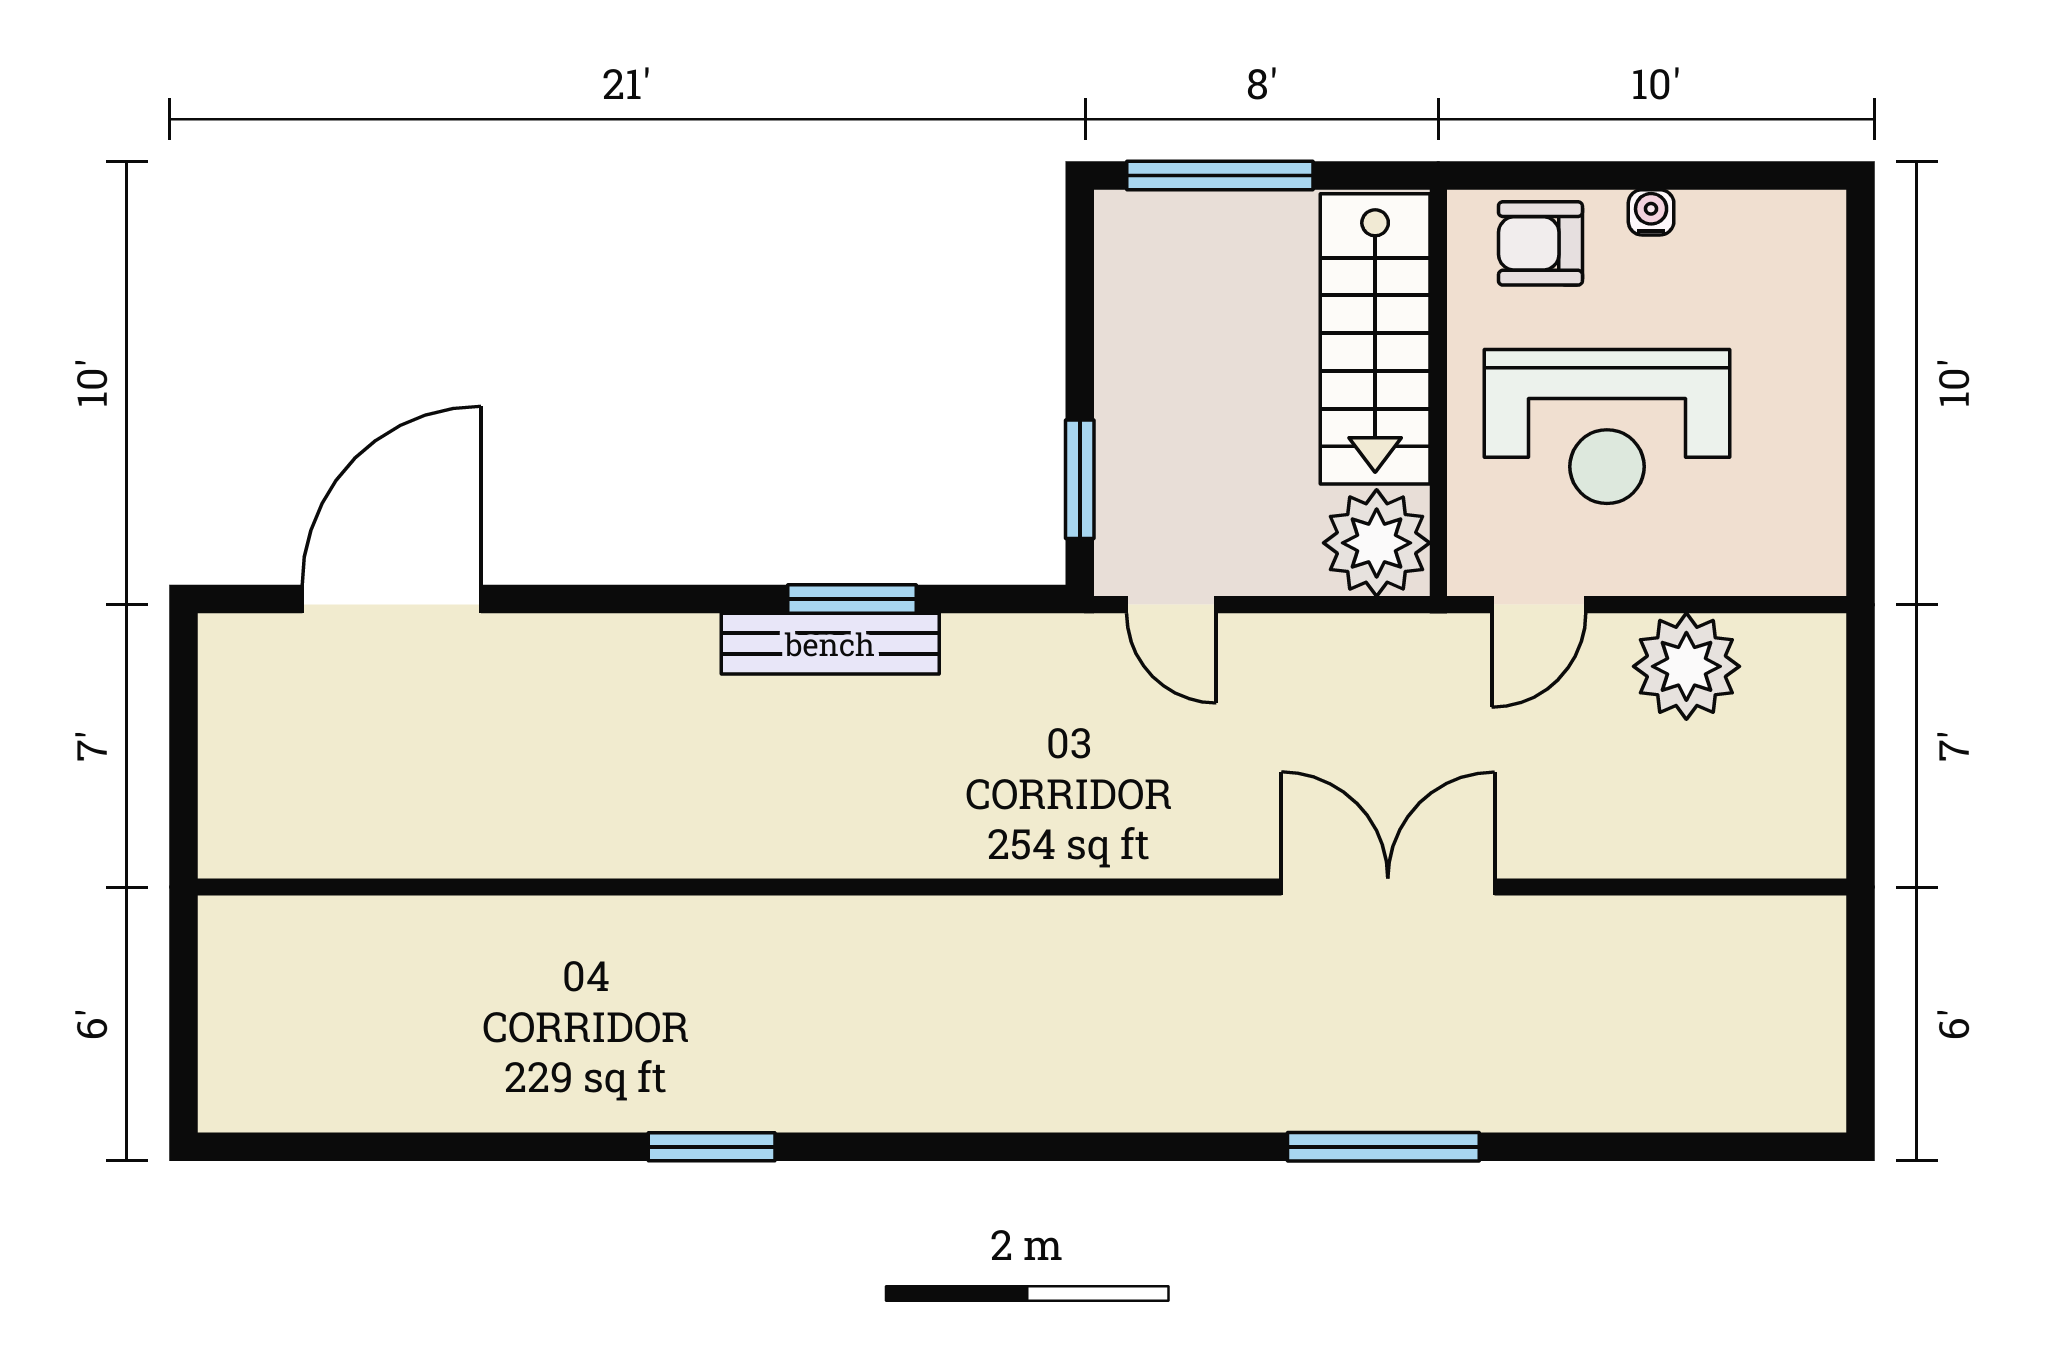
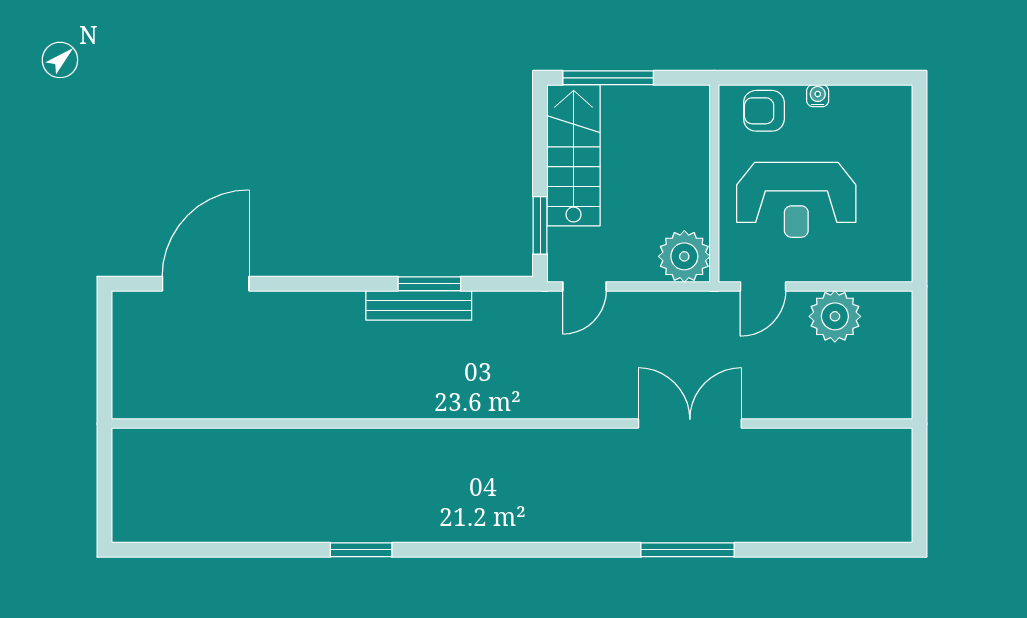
stairs: (1375, 339) -> (574, 155), moved, turned 180
door: (1171, 605) -> (585, 286), hinge flipped

